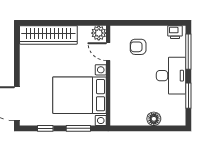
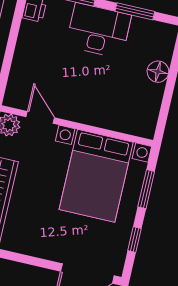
armchair: (138, 47) -> (43, 70), removed
door: (108, 52) -> (40, 117), swing flipped

